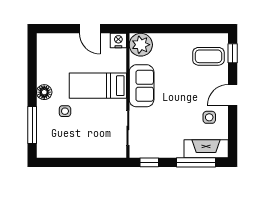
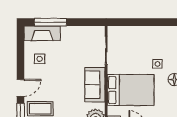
bed: (98, 86) -> (131, 90), width x1.50
door: (233, 95) -> (21, 88), moved
window: (149, 162) -> (89, 22), removed

